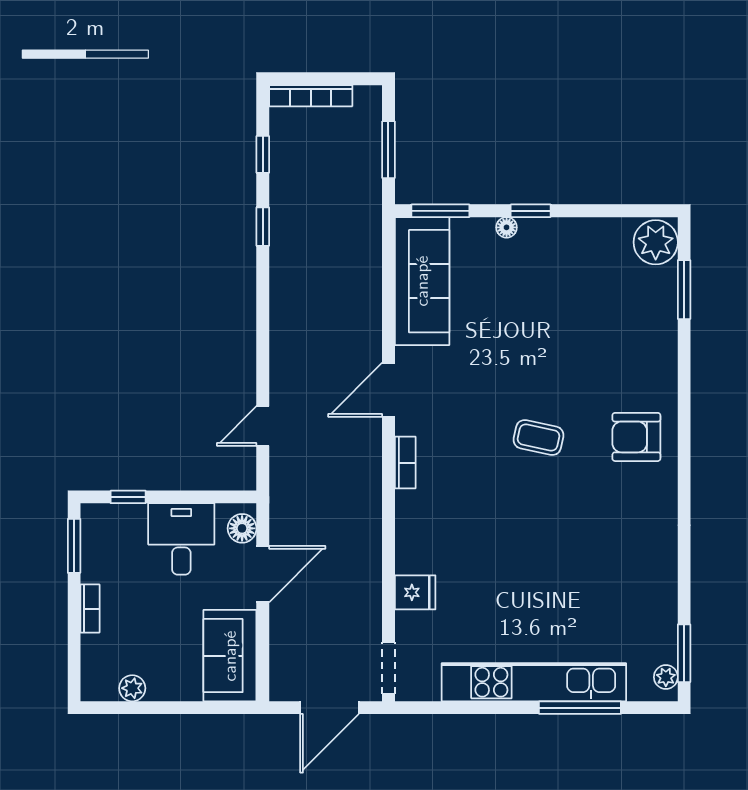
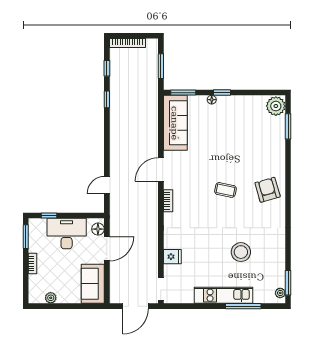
armchair: (636, 437) -> (268, 190), turned 74
desk: (181, 539) -> (67, 234), width x1.37
stool: (574, 582) -> (241, 252), added
kitchen unit: (534, 682) -> (223, 295), width x0.73

